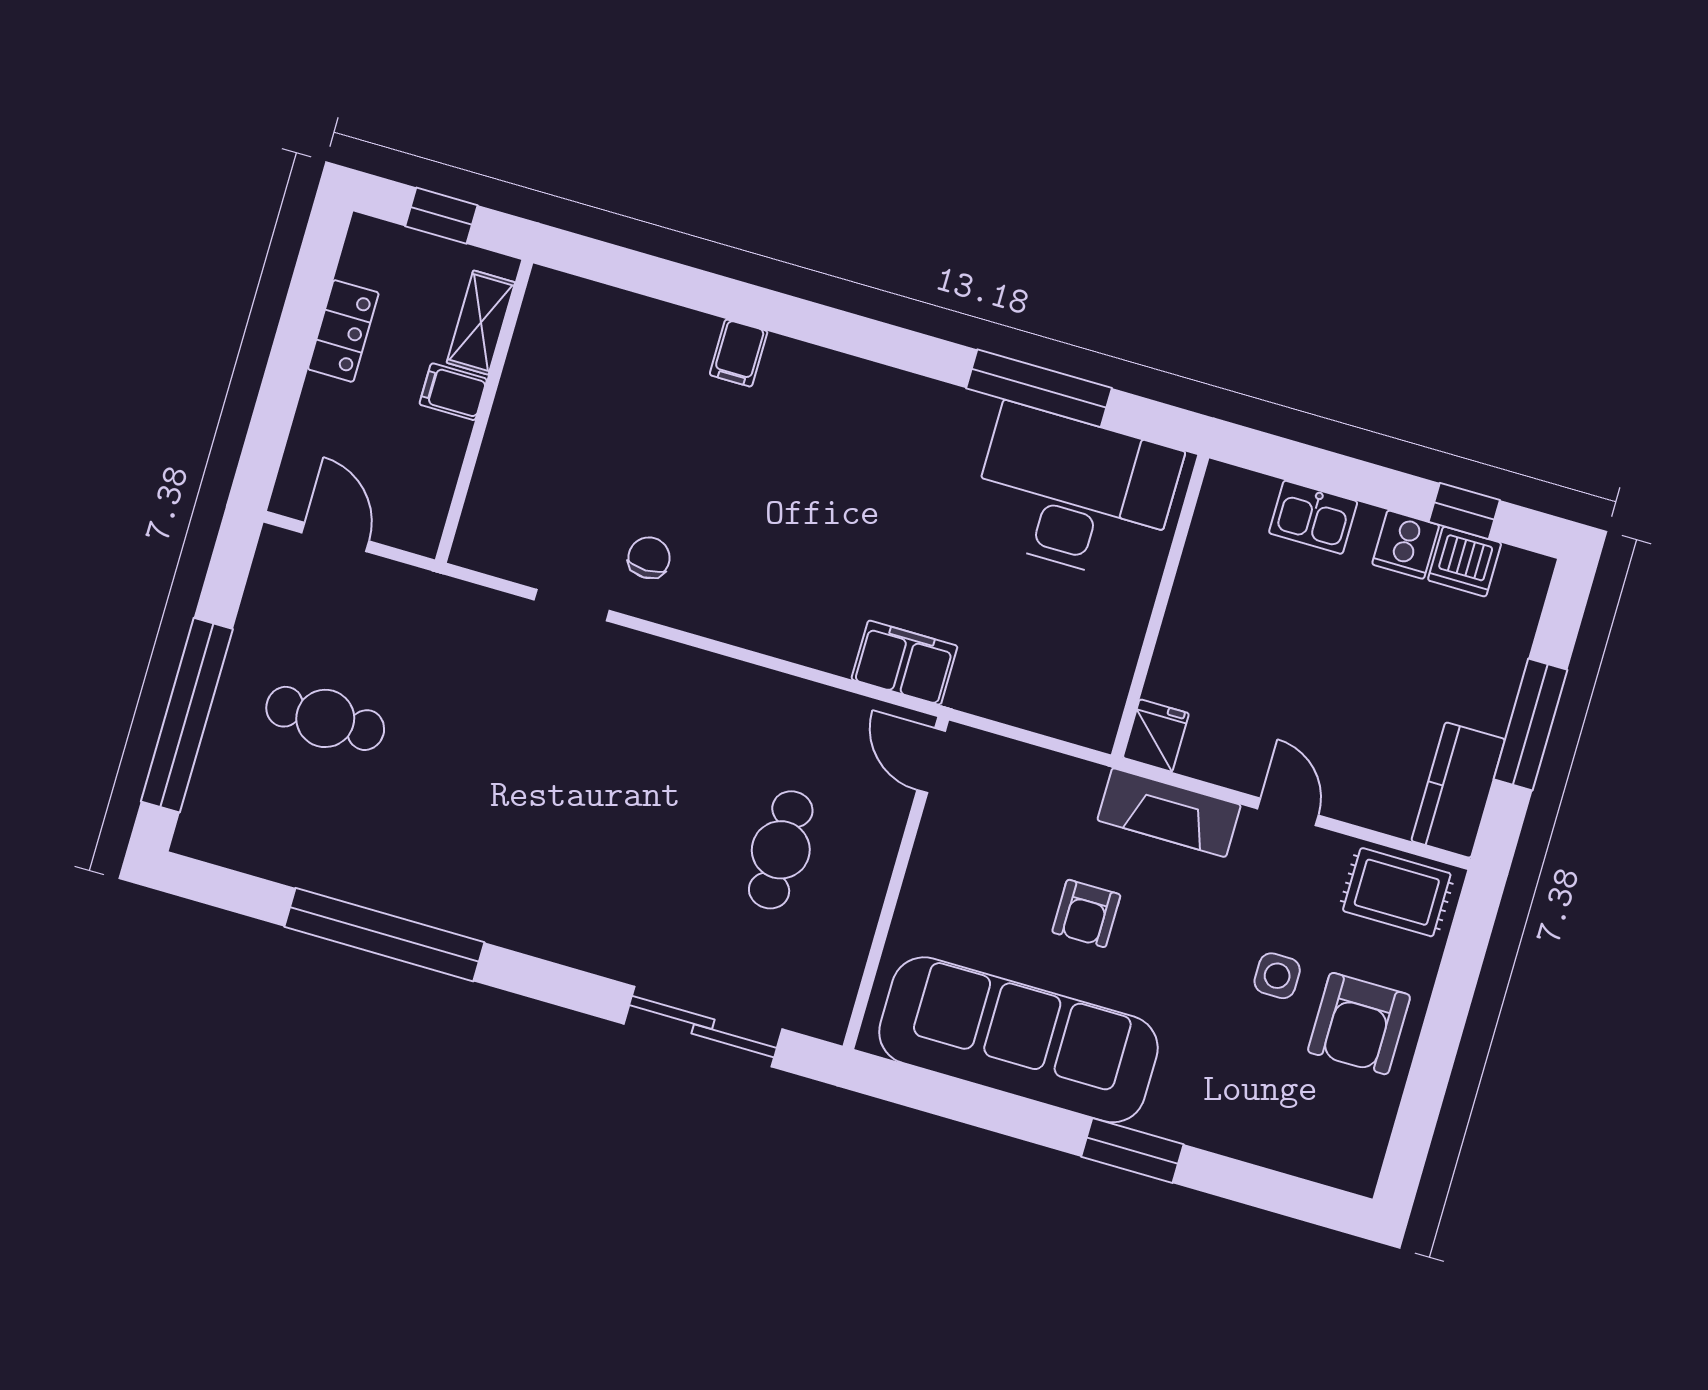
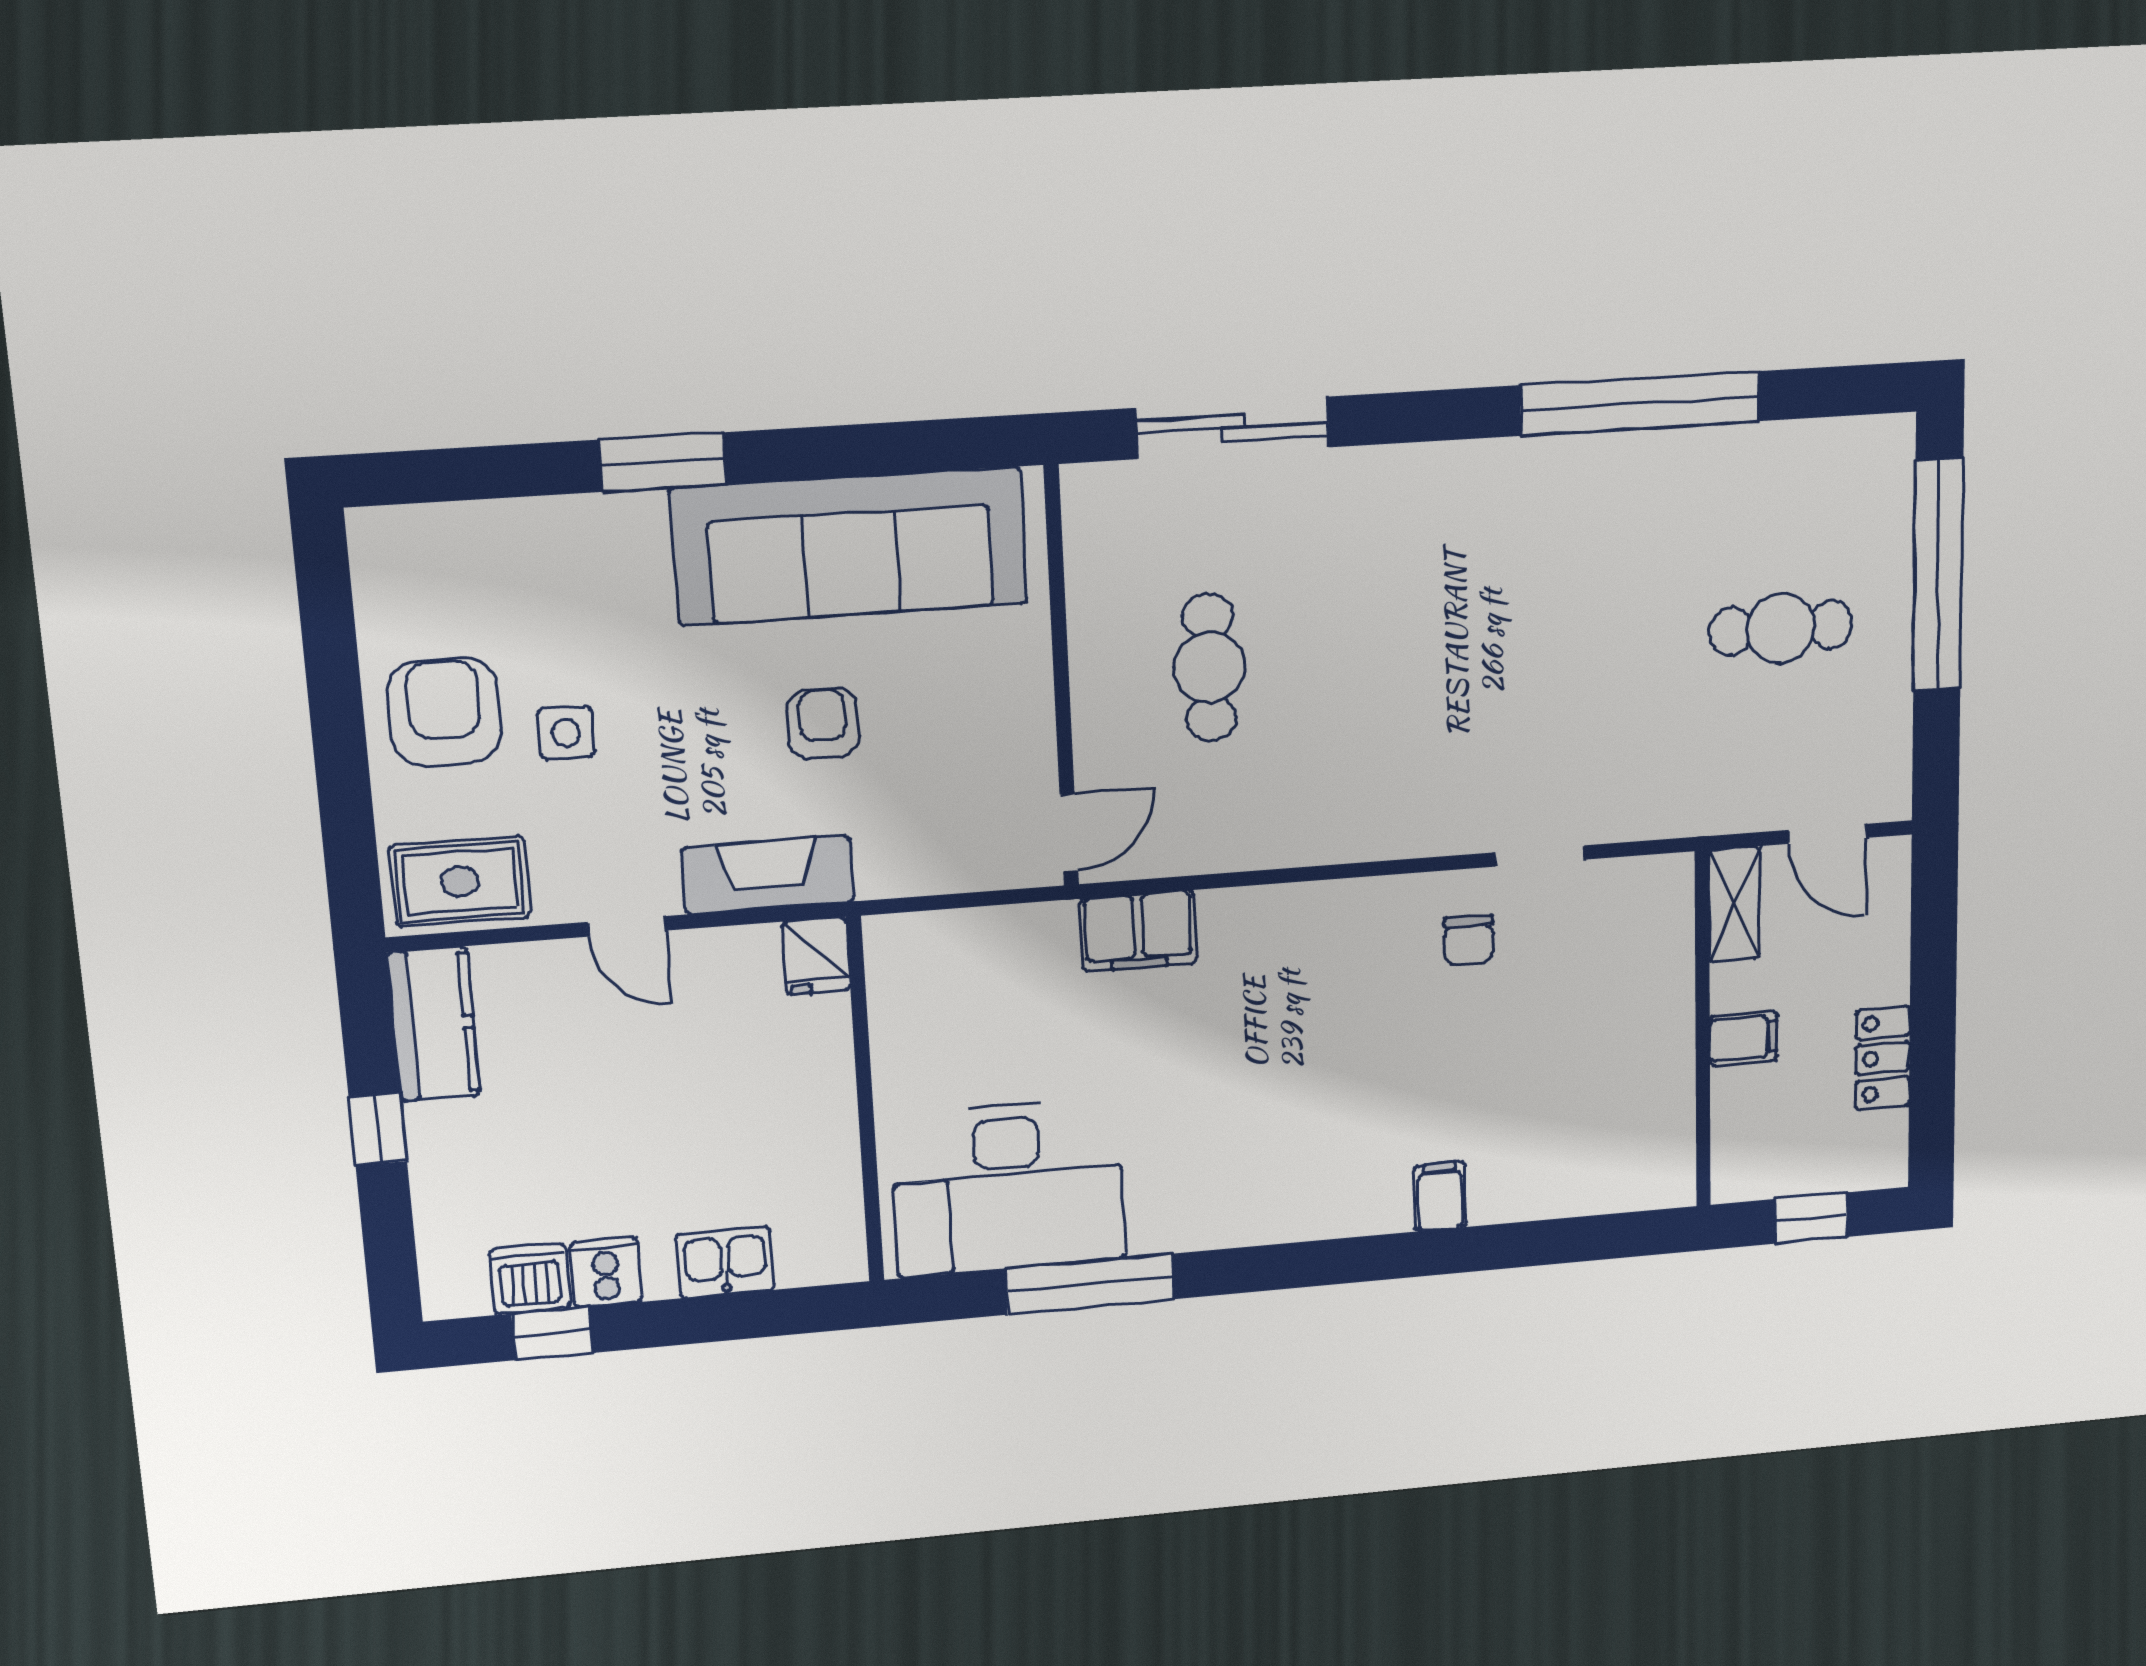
shelving: (481, 323) -> (1734, 904), moved
window: (1530, 725) -> (378, 1129), width x0.46
door: (931, 761) -> (1069, 833), hinge flipped

